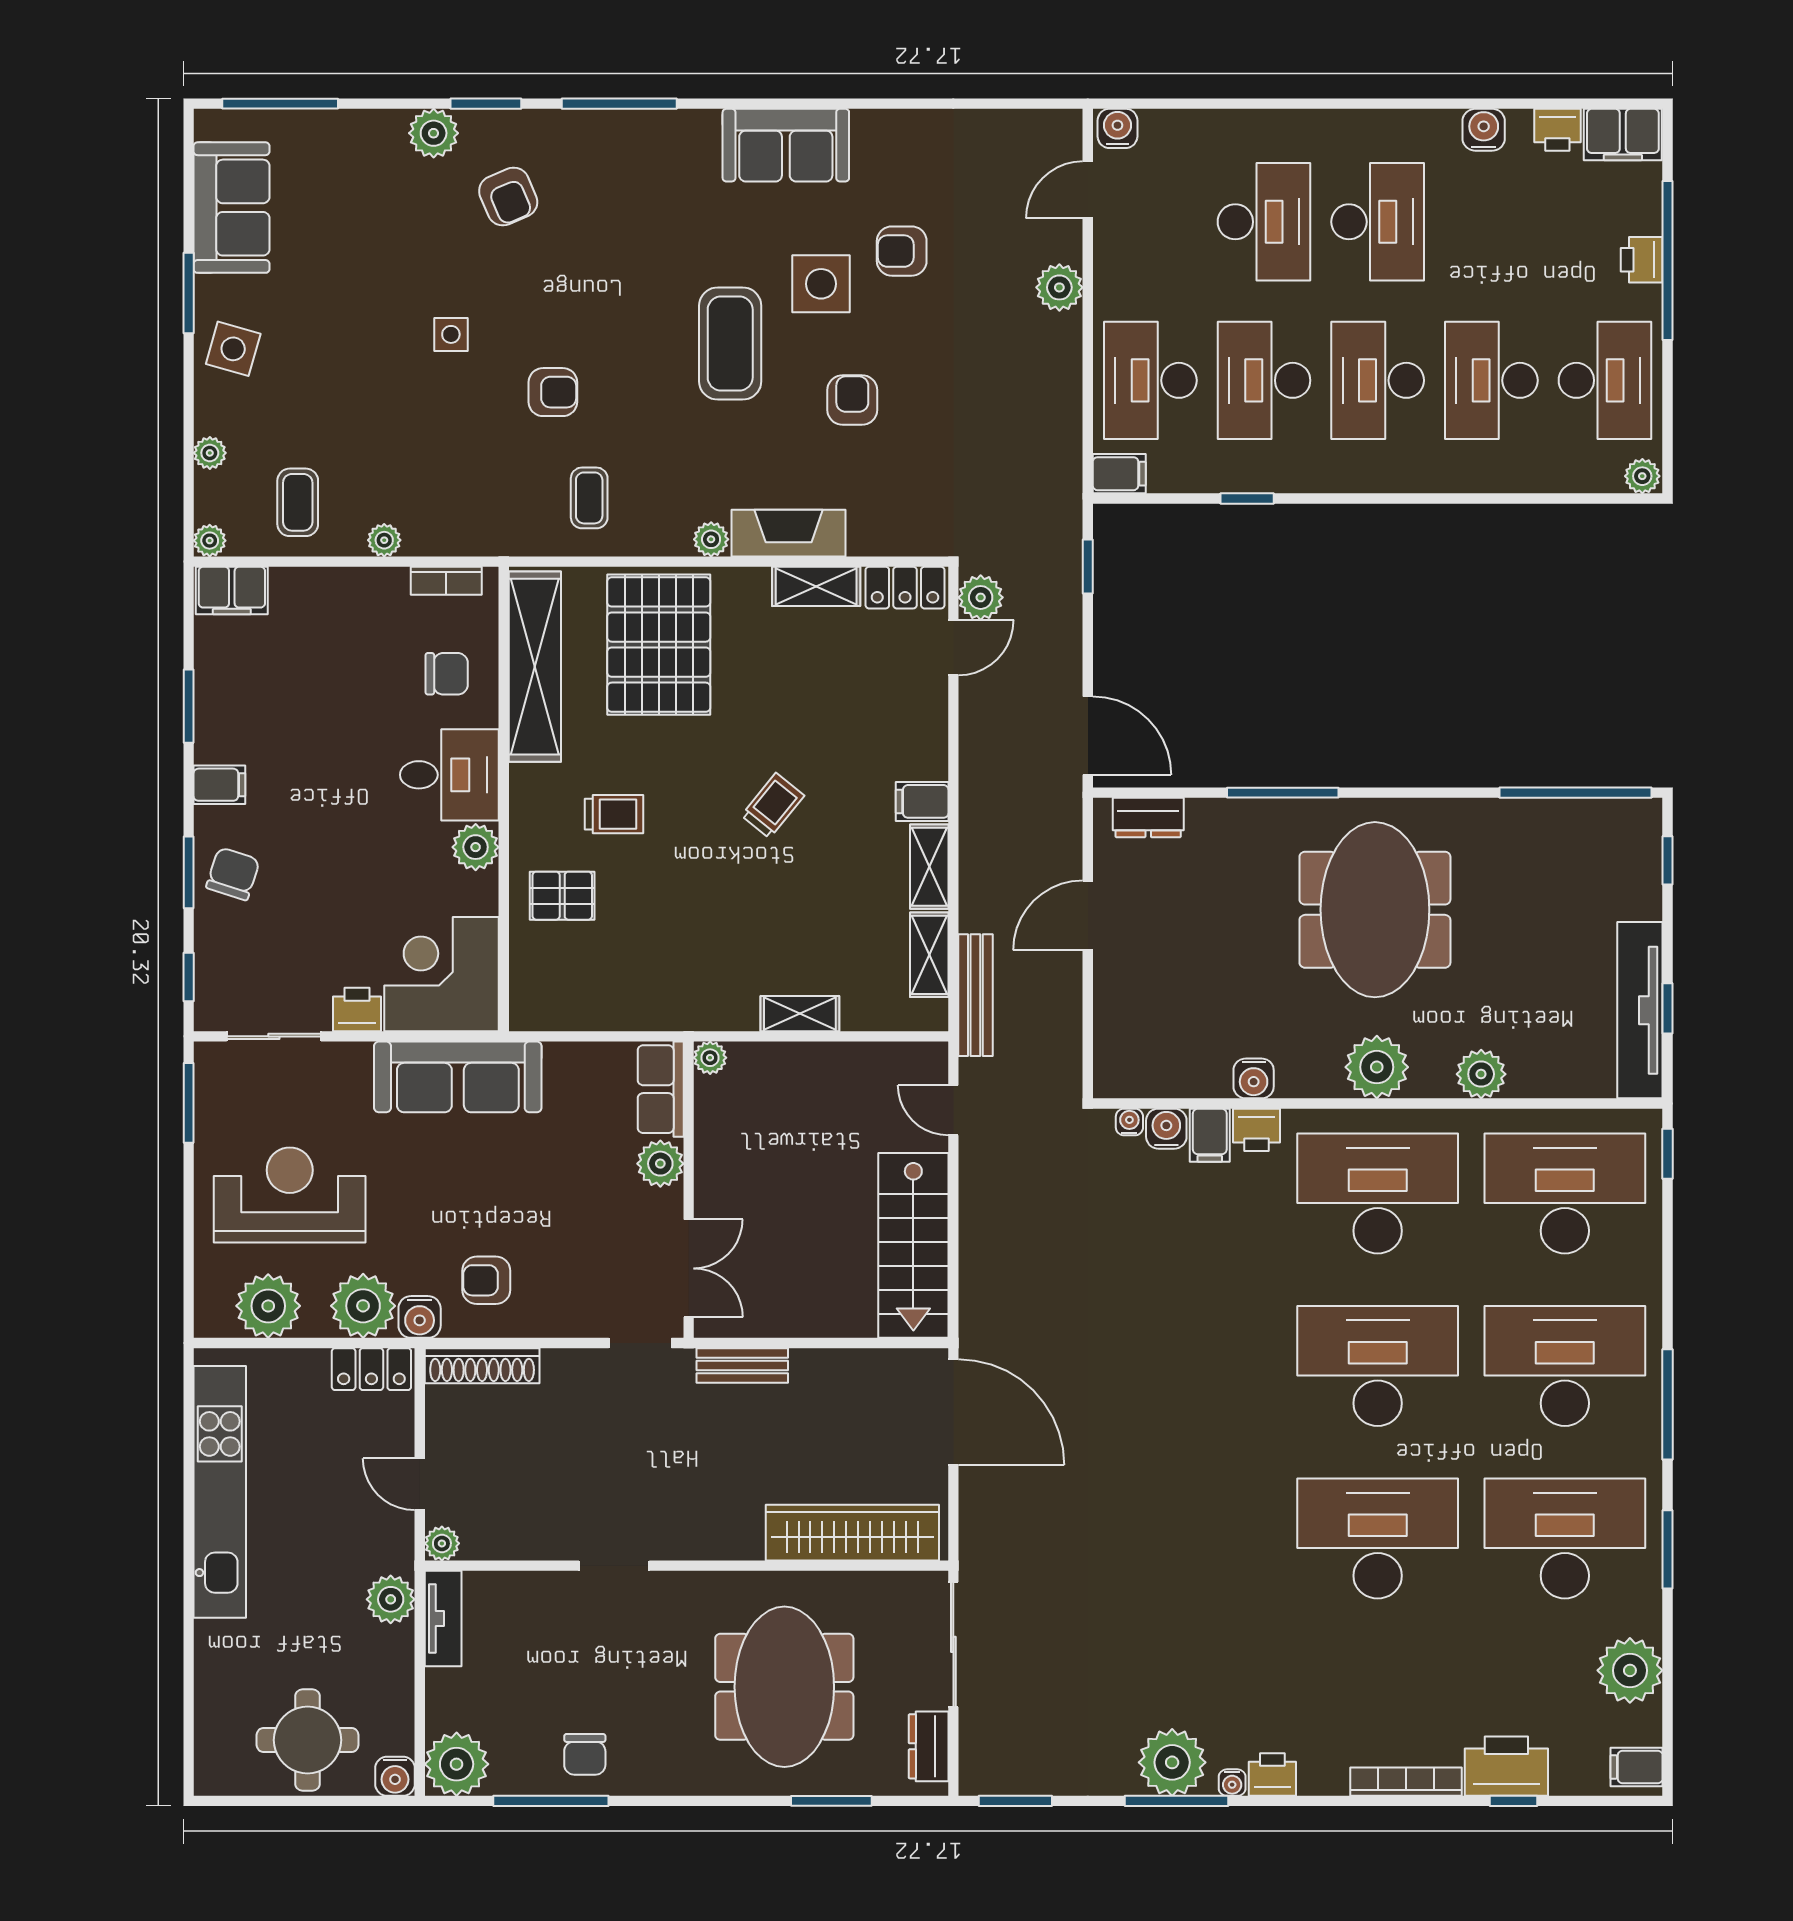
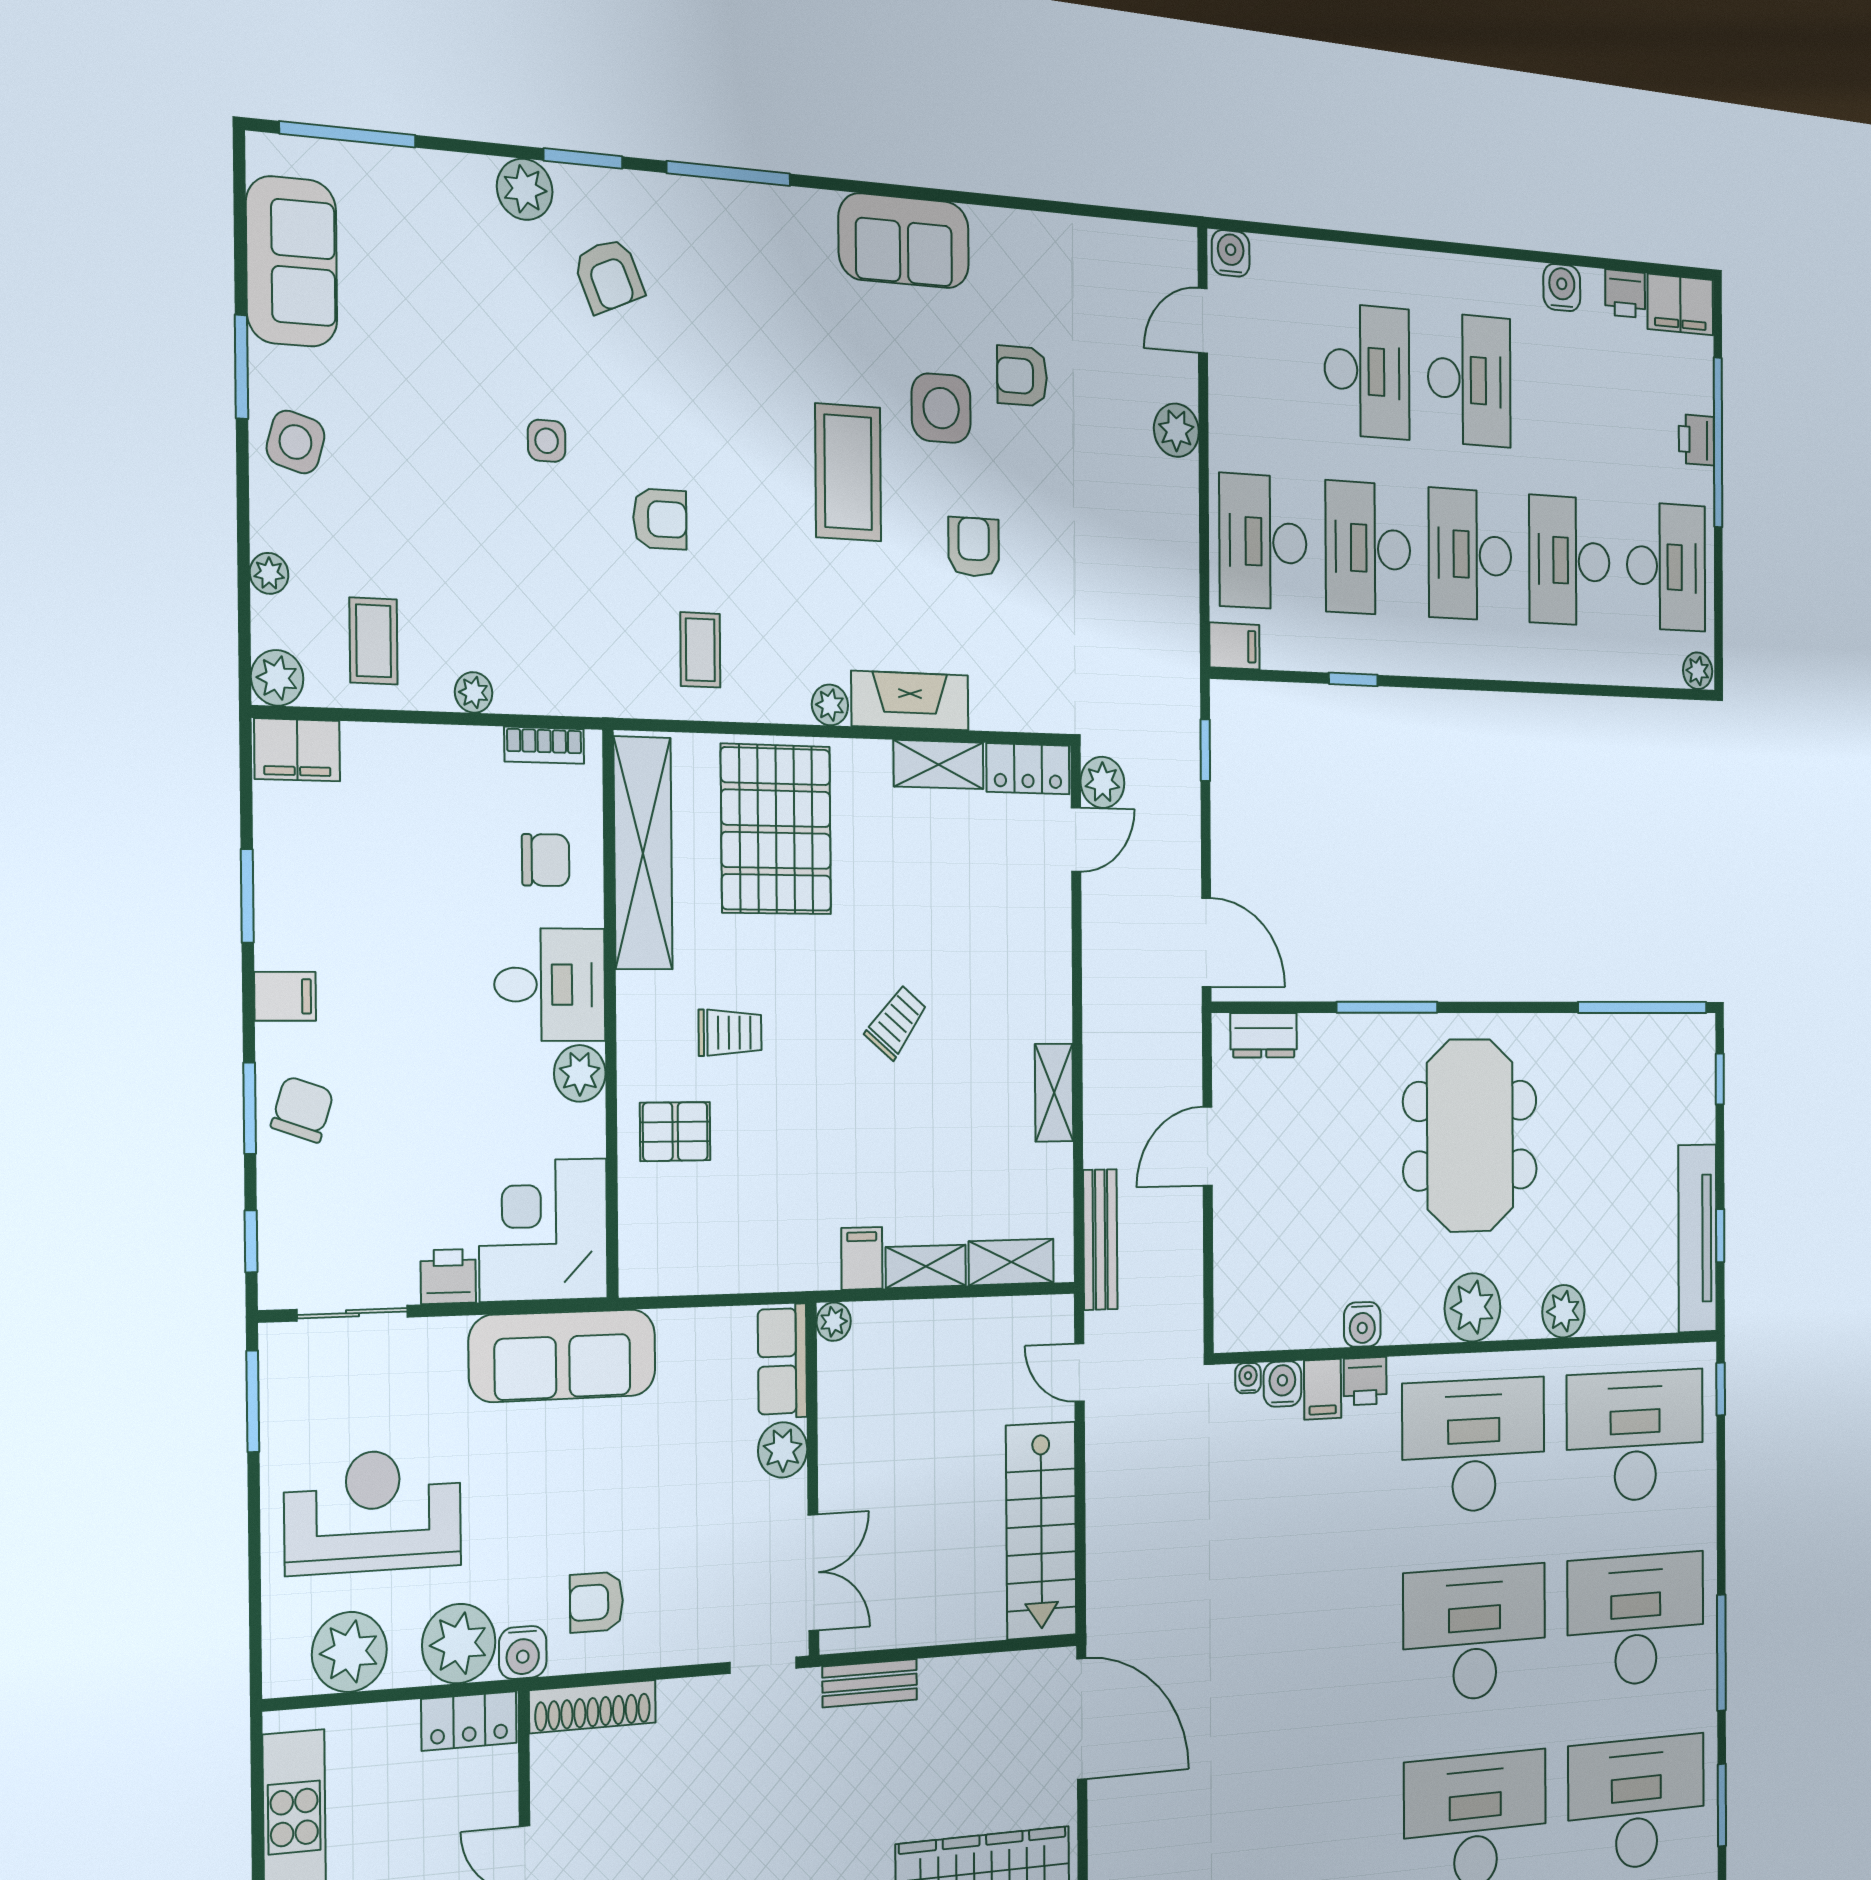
plant: (210, 541) -> (277, 678), width x1.38, depth x1.38
filing cabinet: (922, 801) -> (862, 1258), moved, turned 90
shelving: (929, 955) -> (1011, 1262), moved, turned 90

